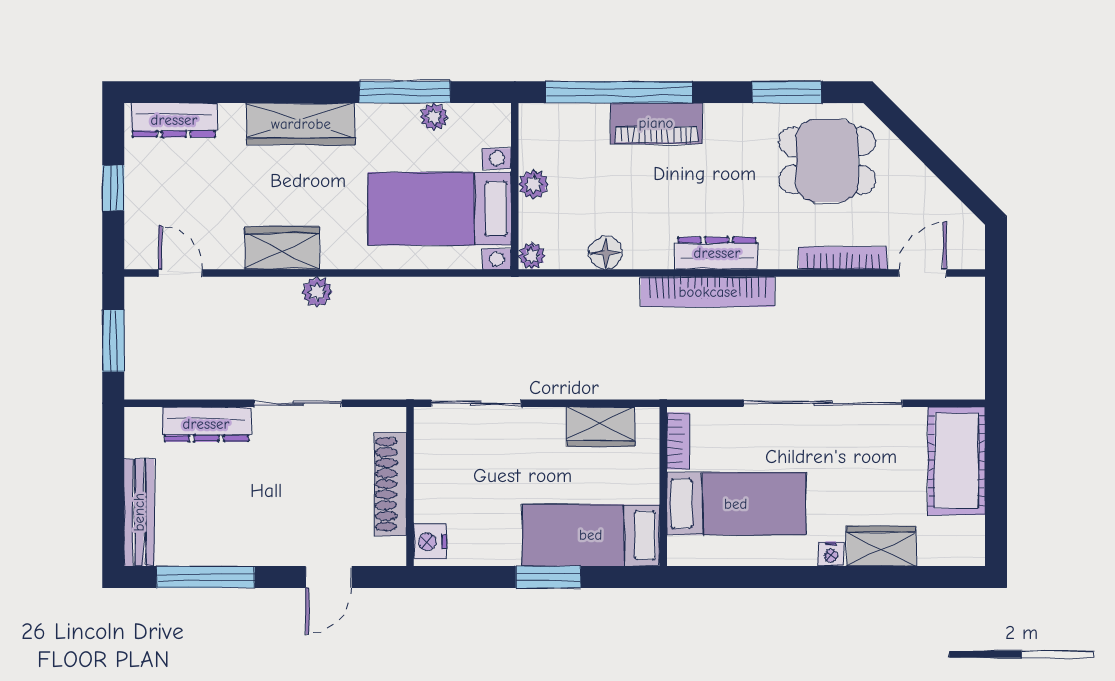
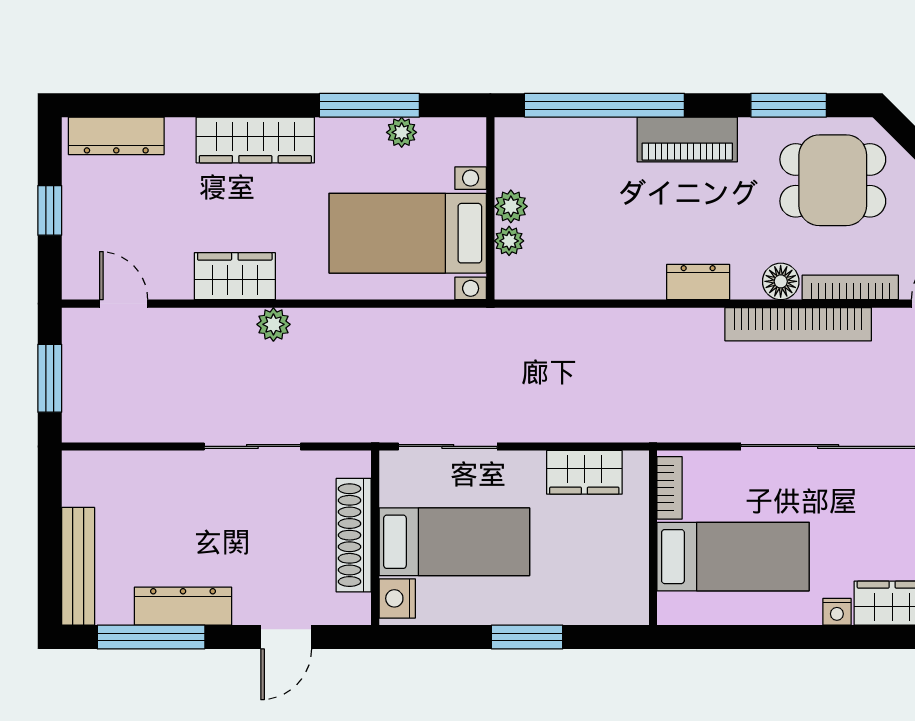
piano: (656, 123) -> (687, 139), moved
floor lamp: (606, 253) -> (781, 281), moved
dresser: (717, 253) -> (698, 282), width x0.70
plant: (532, 256) -> (509, 241), moved
bookcase: (708, 292) -> (798, 324), moved
dresser: (206, 424) -> (183, 606), moved, turned 180
bed: (591, 535) -> (454, 542), moved, turned 180

